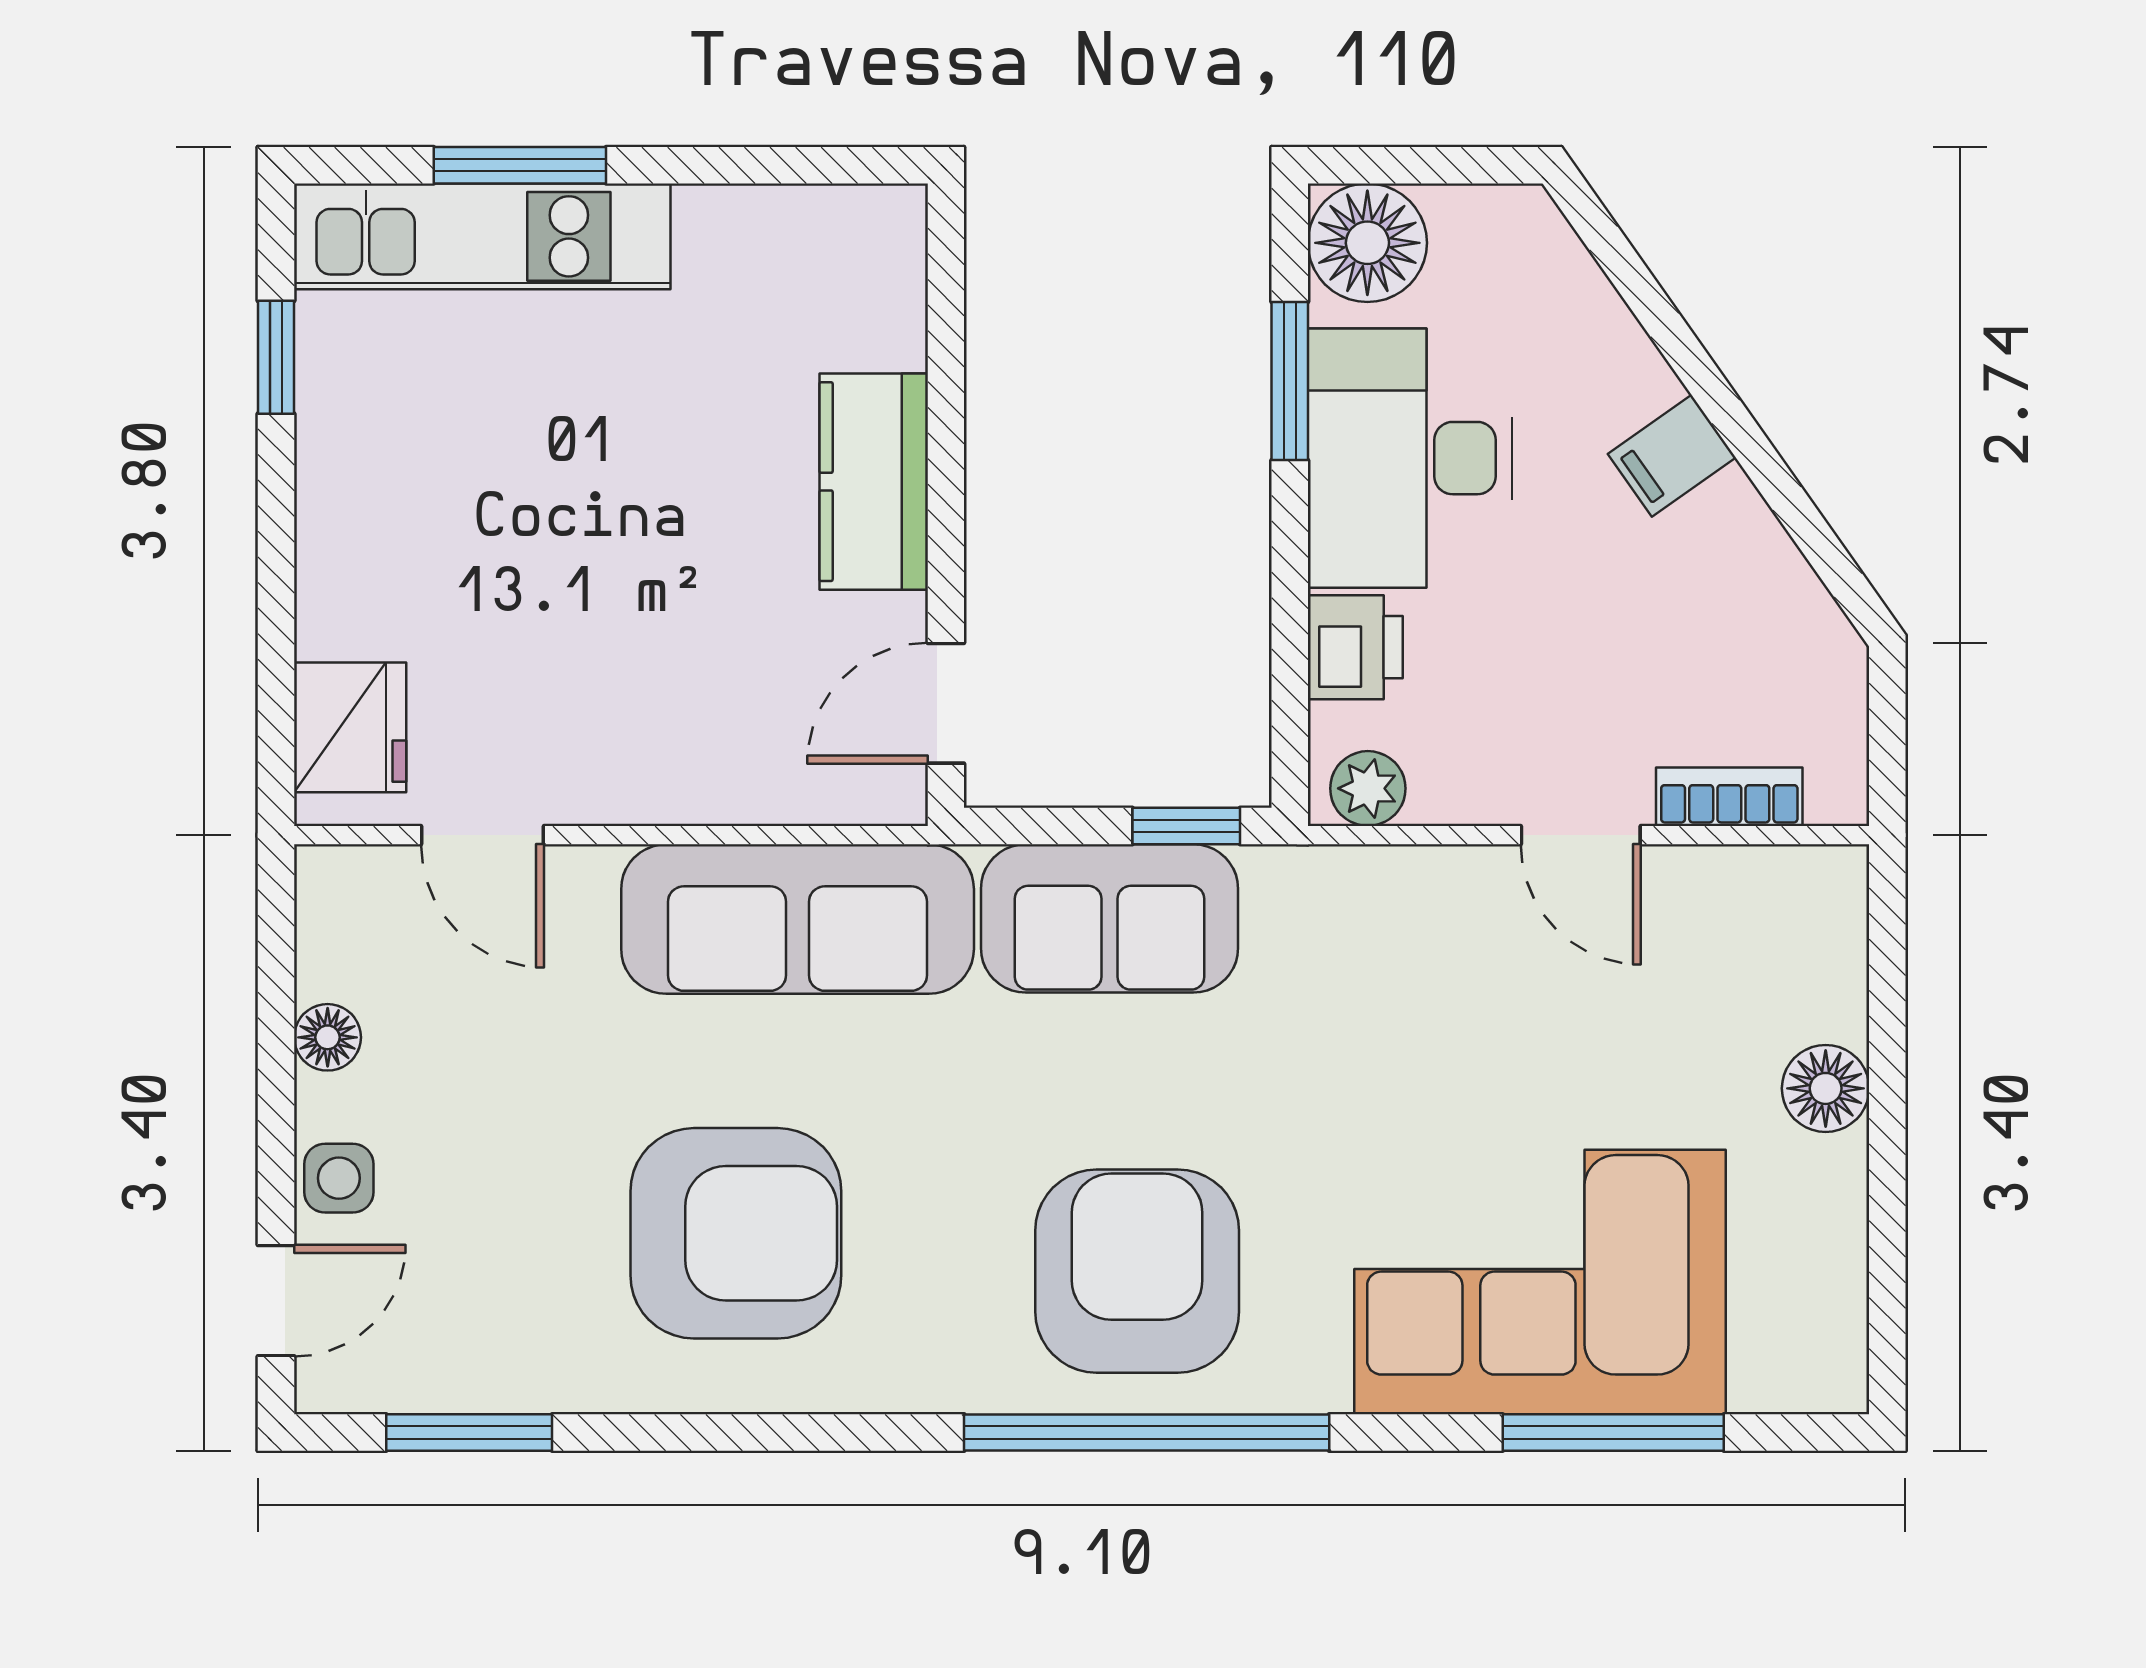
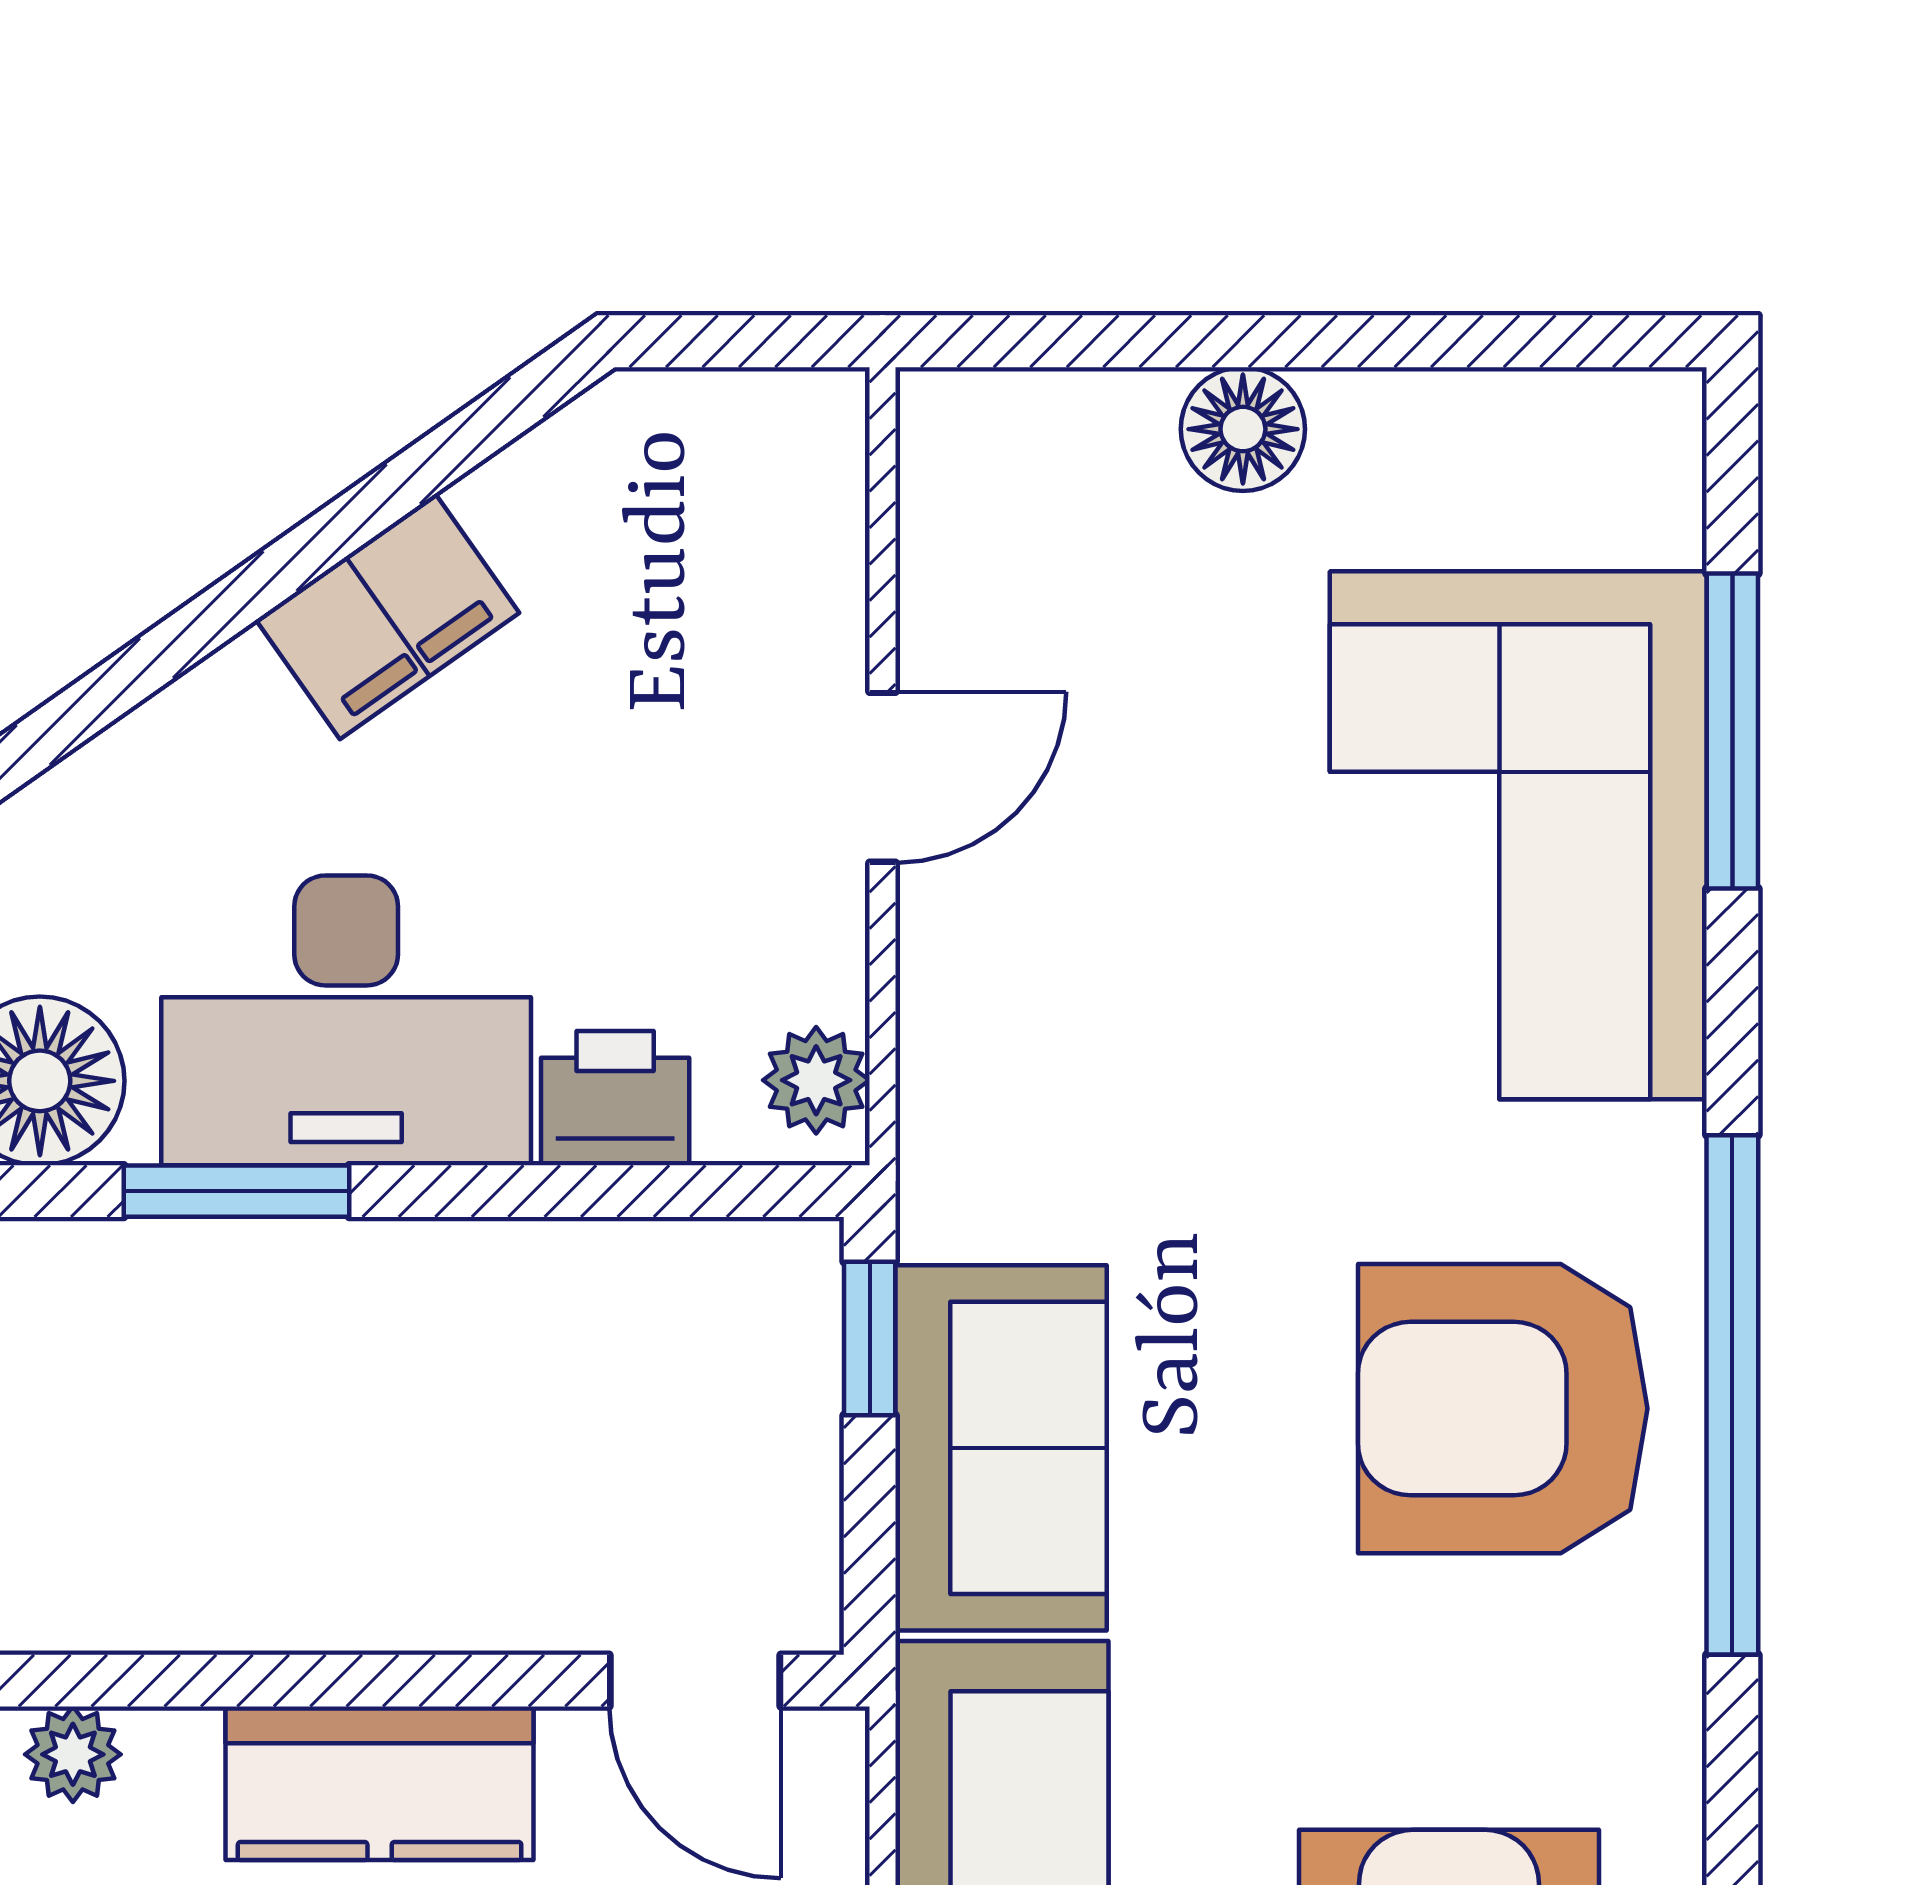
plant: (894, 266) -> (73, 1754), added
filing cabinet: (1672, 456) -> (387, 616), width x2.00
bookcase: (1729, 797) -> (828, 566), removed

